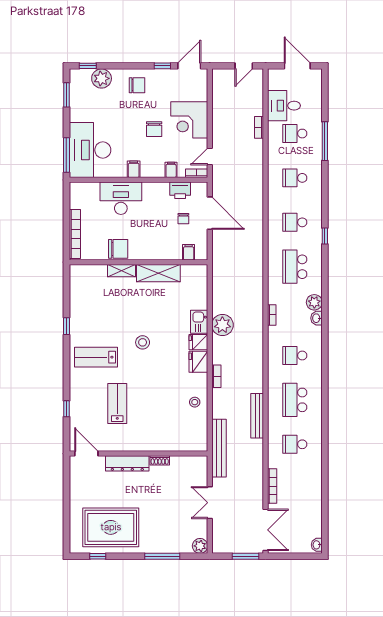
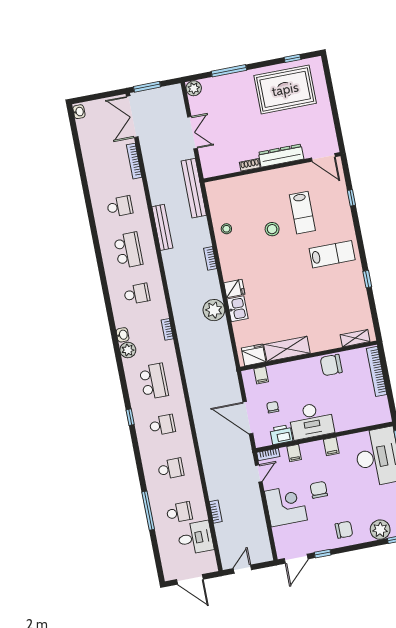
chair: (137, 85) -> (344, 530), turned 180
desk: (121, 198) -> (311, 421), moved
shelving: (122, 271) -> (355, 338), moved
stool: (143, 342) -> (272, 229), moved
fridge: (198, 362) -> (254, 355), moved, turned -90

